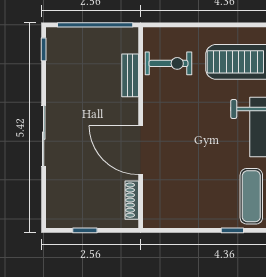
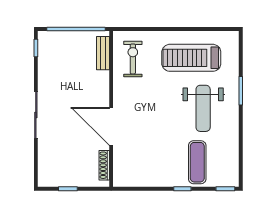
exercise bike: (168, 63) -> (133, 59), turned -90
bench: (130, 75) -> (103, 53), moved

